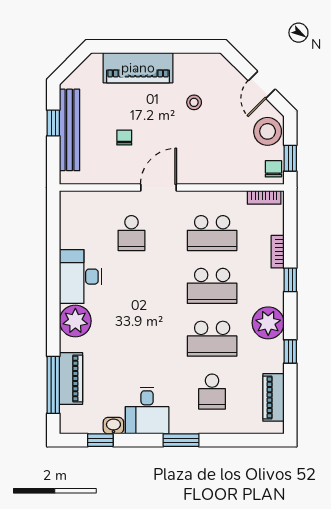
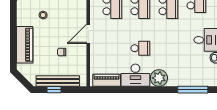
door: (159, 188) -> (88, 34), hinge flipped
school desk: (131, 233) -> (140, 48), moved
piano: (71, 379) -> (107, 80), moved

